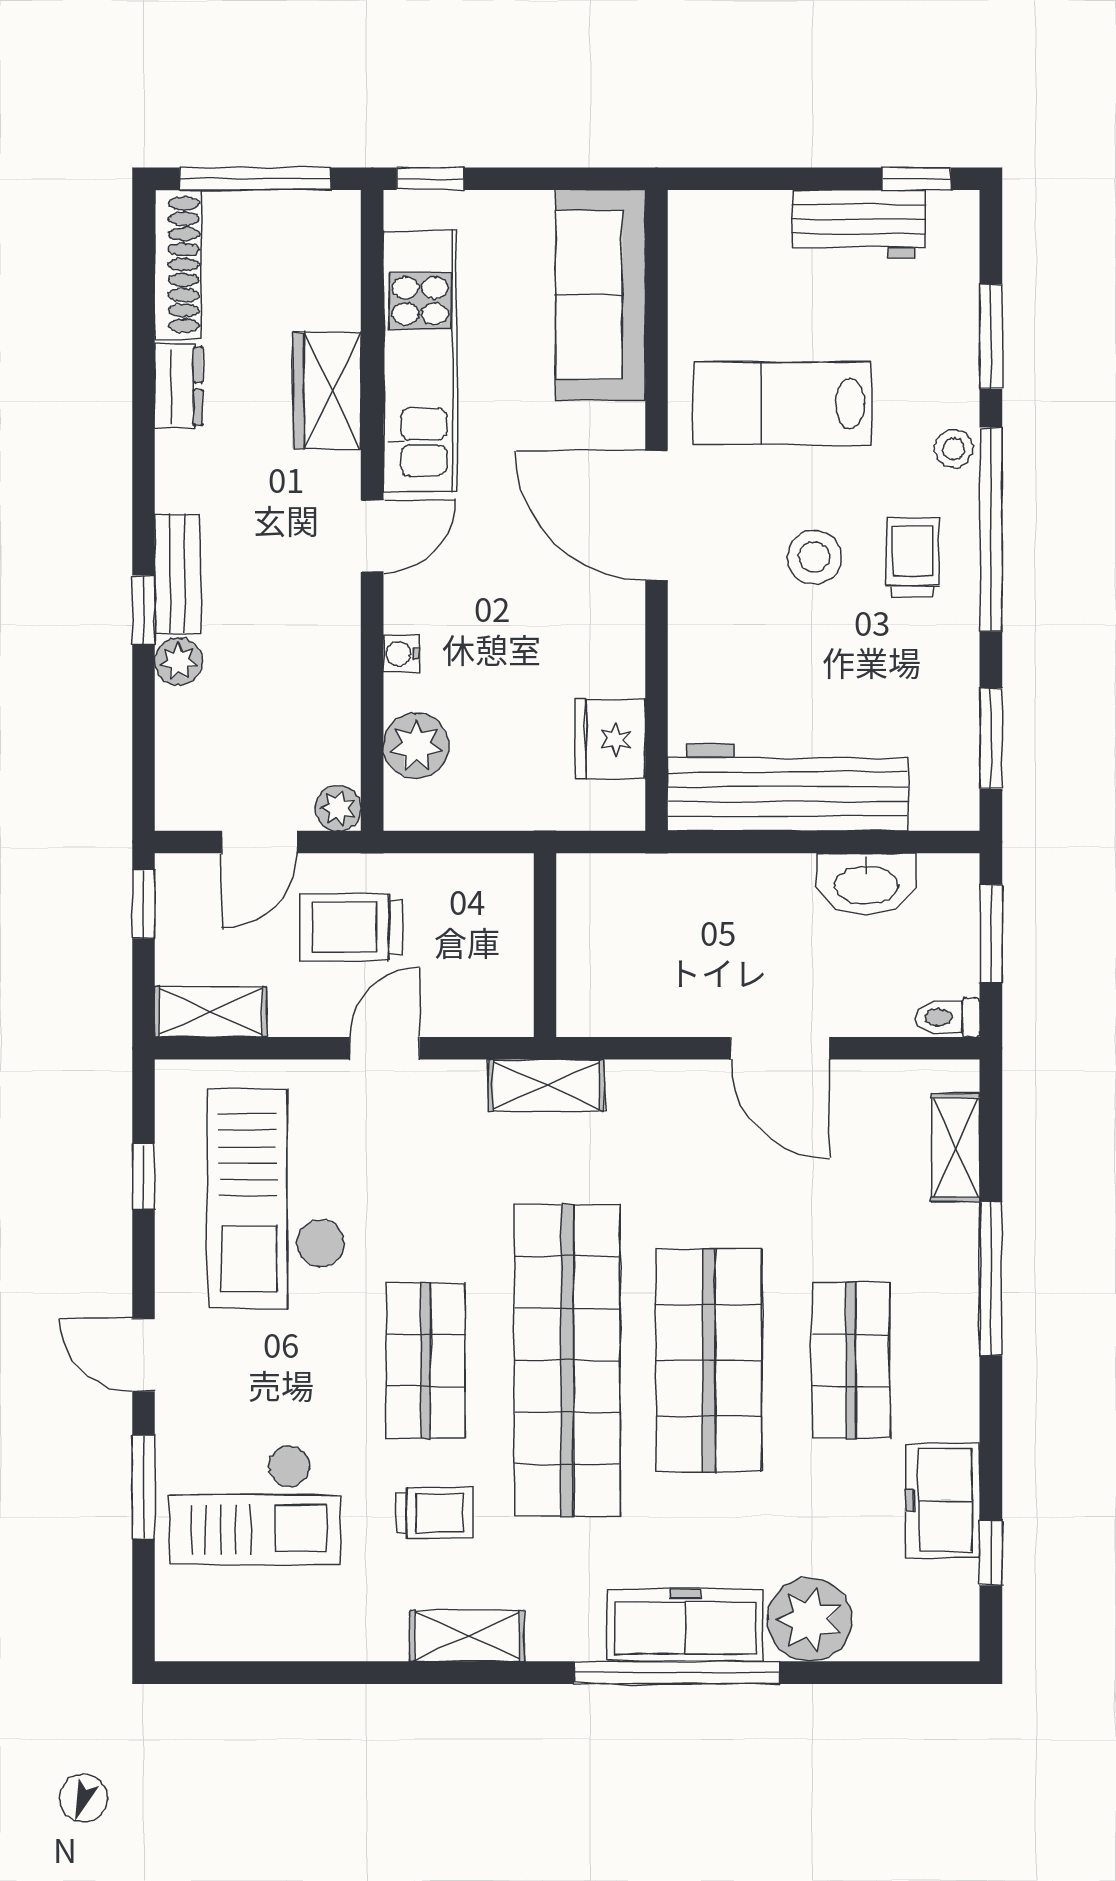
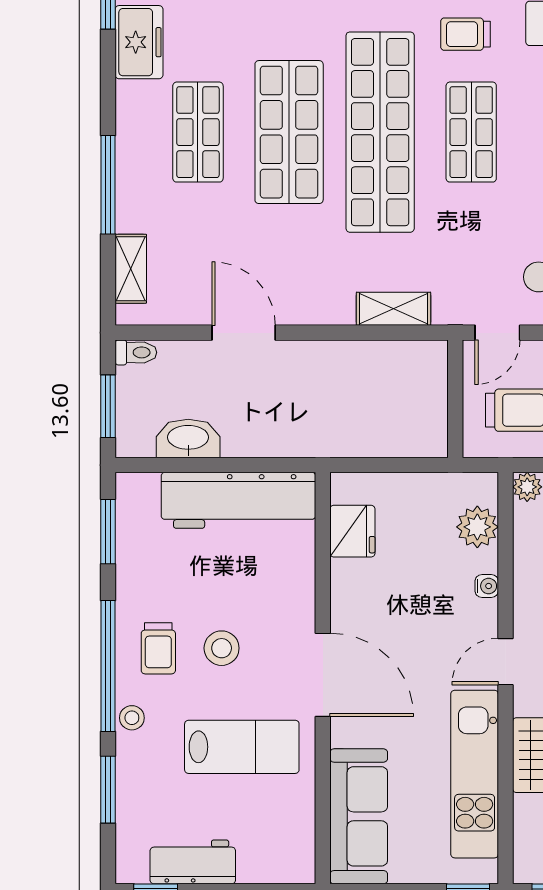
wall: (545, 945) -> (455, 399), moved

